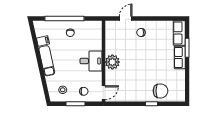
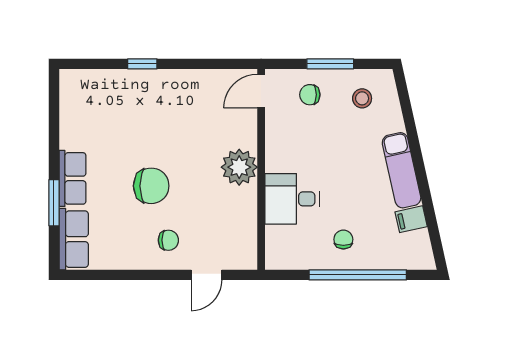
desk: (91, 61) -> (292, 199), moved
chair: (160, 91) -> (151, 186), moved, turned 180

